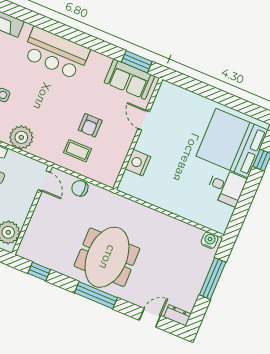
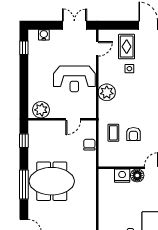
armchair: (90, 125) -> (133, 134), turned -90
floor lamp: (146, 143) -> (137, 175), added
door: (44, 181) -> (73, 119), moved

